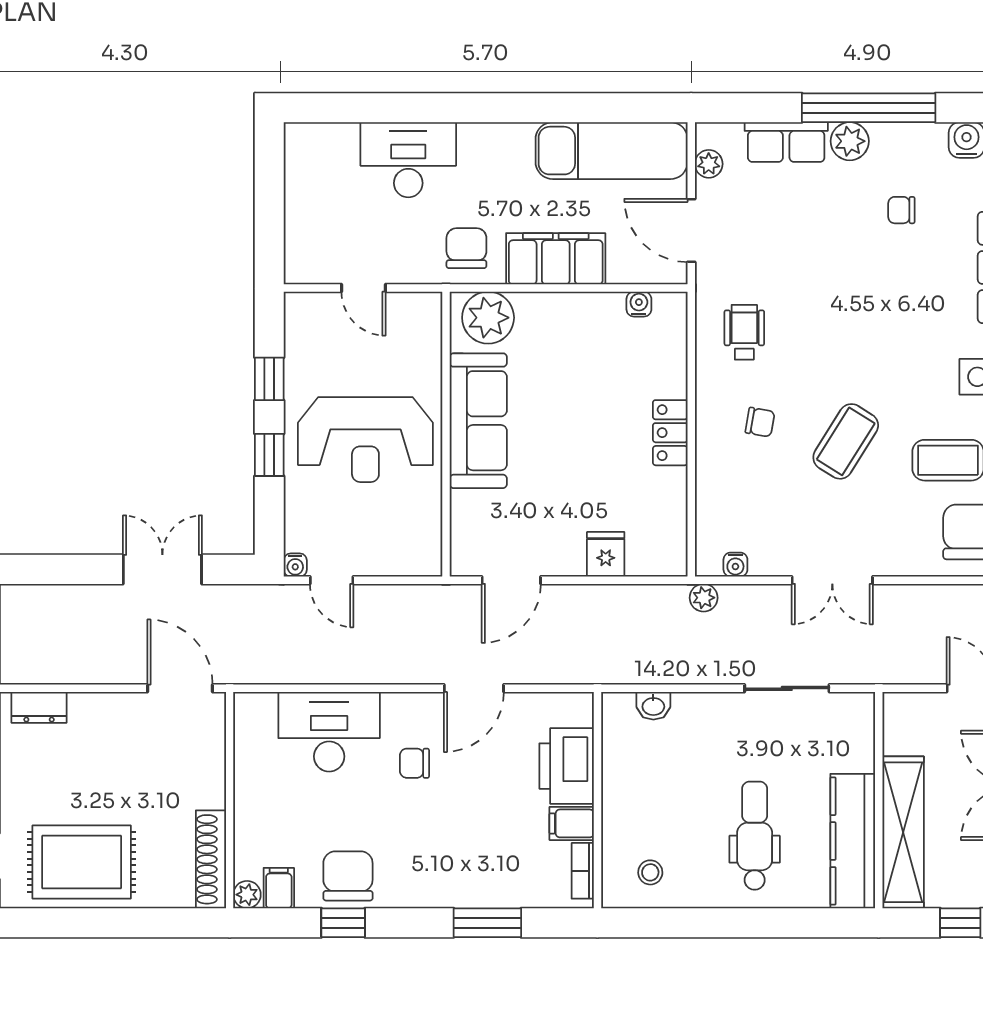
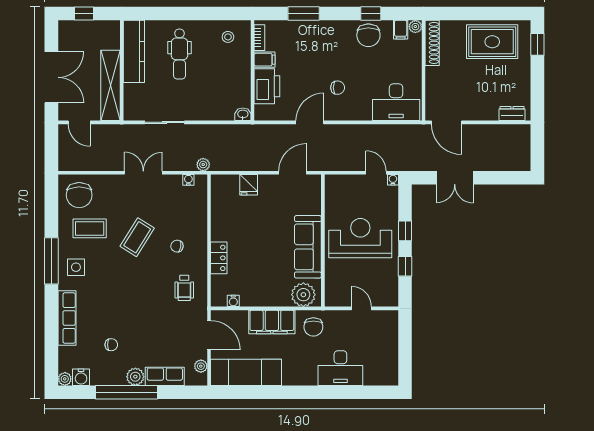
locker: (670, 433) -> (219, 258), moved
washbasin: (653, 706) -> (243, 114), moved
desk: (329, 732) -> (396, 102), moved
shelving: (903, 832) -> (111, 85), moved

